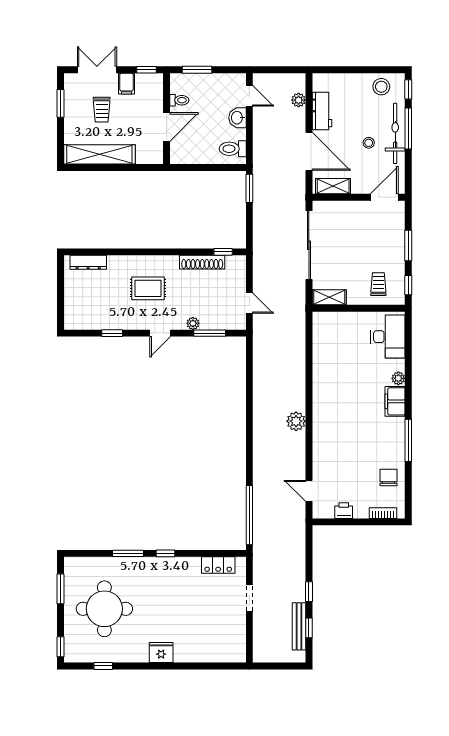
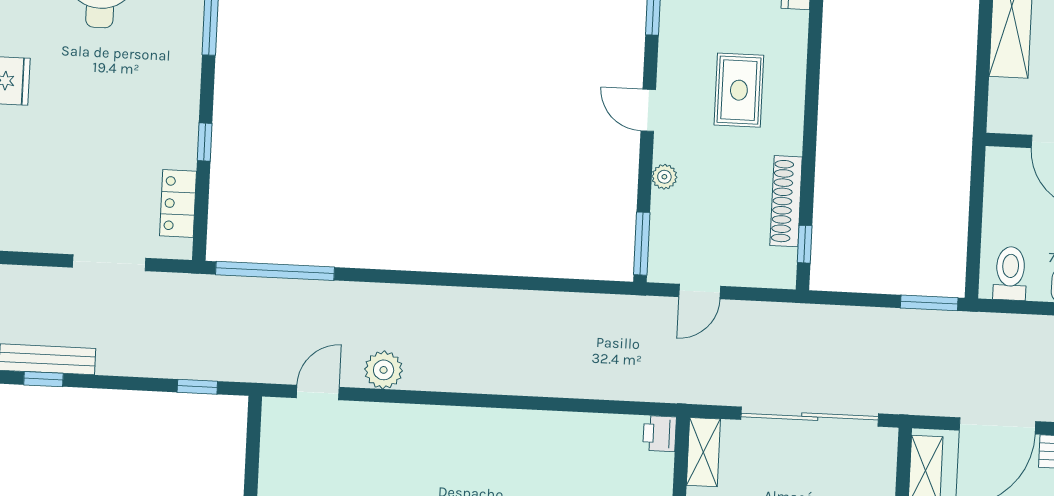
window: (210, 333) -> (642, 244), moved
plant: (296, 421) -> (384, 370), moved
printer: (344, 511) -> (660, 434), moved, turned 180
window: (166, 553) -> (205, 142), moved
window: (309, 592) -> (197, 387), moved
doorway: (249, 598) -> (109, 263), width x1.38

